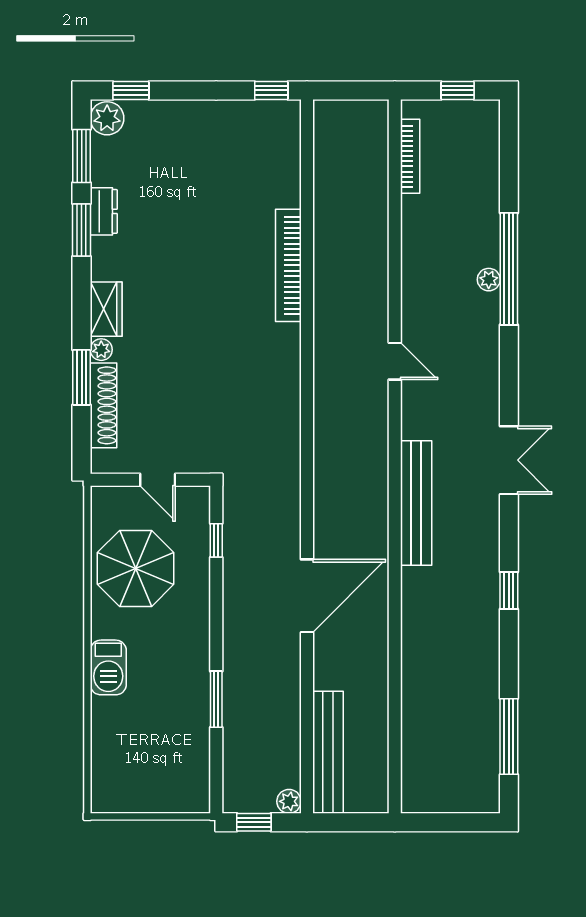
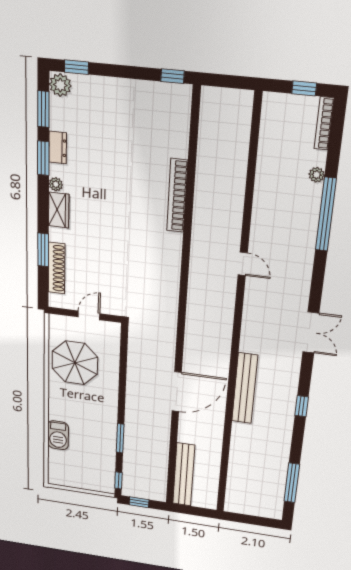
bookcase: (410, 156) -> (324, 123), moved, turned 180
plant: (489, 280) -> (317, 175), moved
plant: (101, 350) -> (56, 184), moved
door: (158, 480) -> (89, 315), swing flipped
bench: (416, 503) -> (245, 388), moved
window: (216, 540) -> (118, 480), moved
barbecue: (108, 667) -> (58, 435), moved
plant: (289, 801) -> (160, 495), removed

